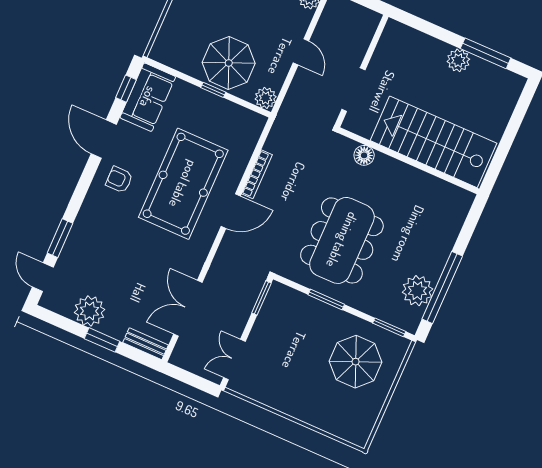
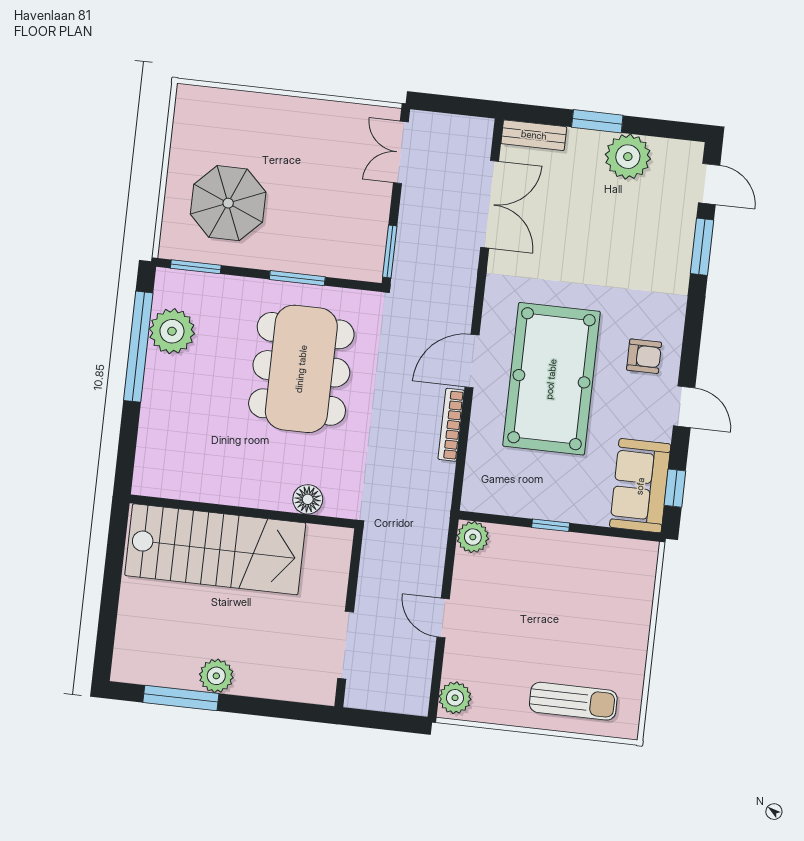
parasol: (229, 63) -> (541, 570), removed
doorway: (353, 90) -> (346, 645), moved
door: (104, 139) -> (684, 407), width x0.73
double door: (234, 359) -> (401, 152), swing flipped

